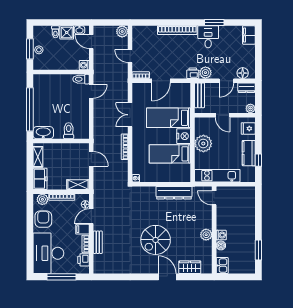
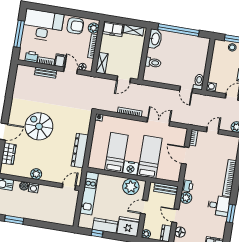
fridge: (248, 129) -> (128, 227), width x1.88, depth x1.34
plant: (203, 144) -> (131, 187), moved

